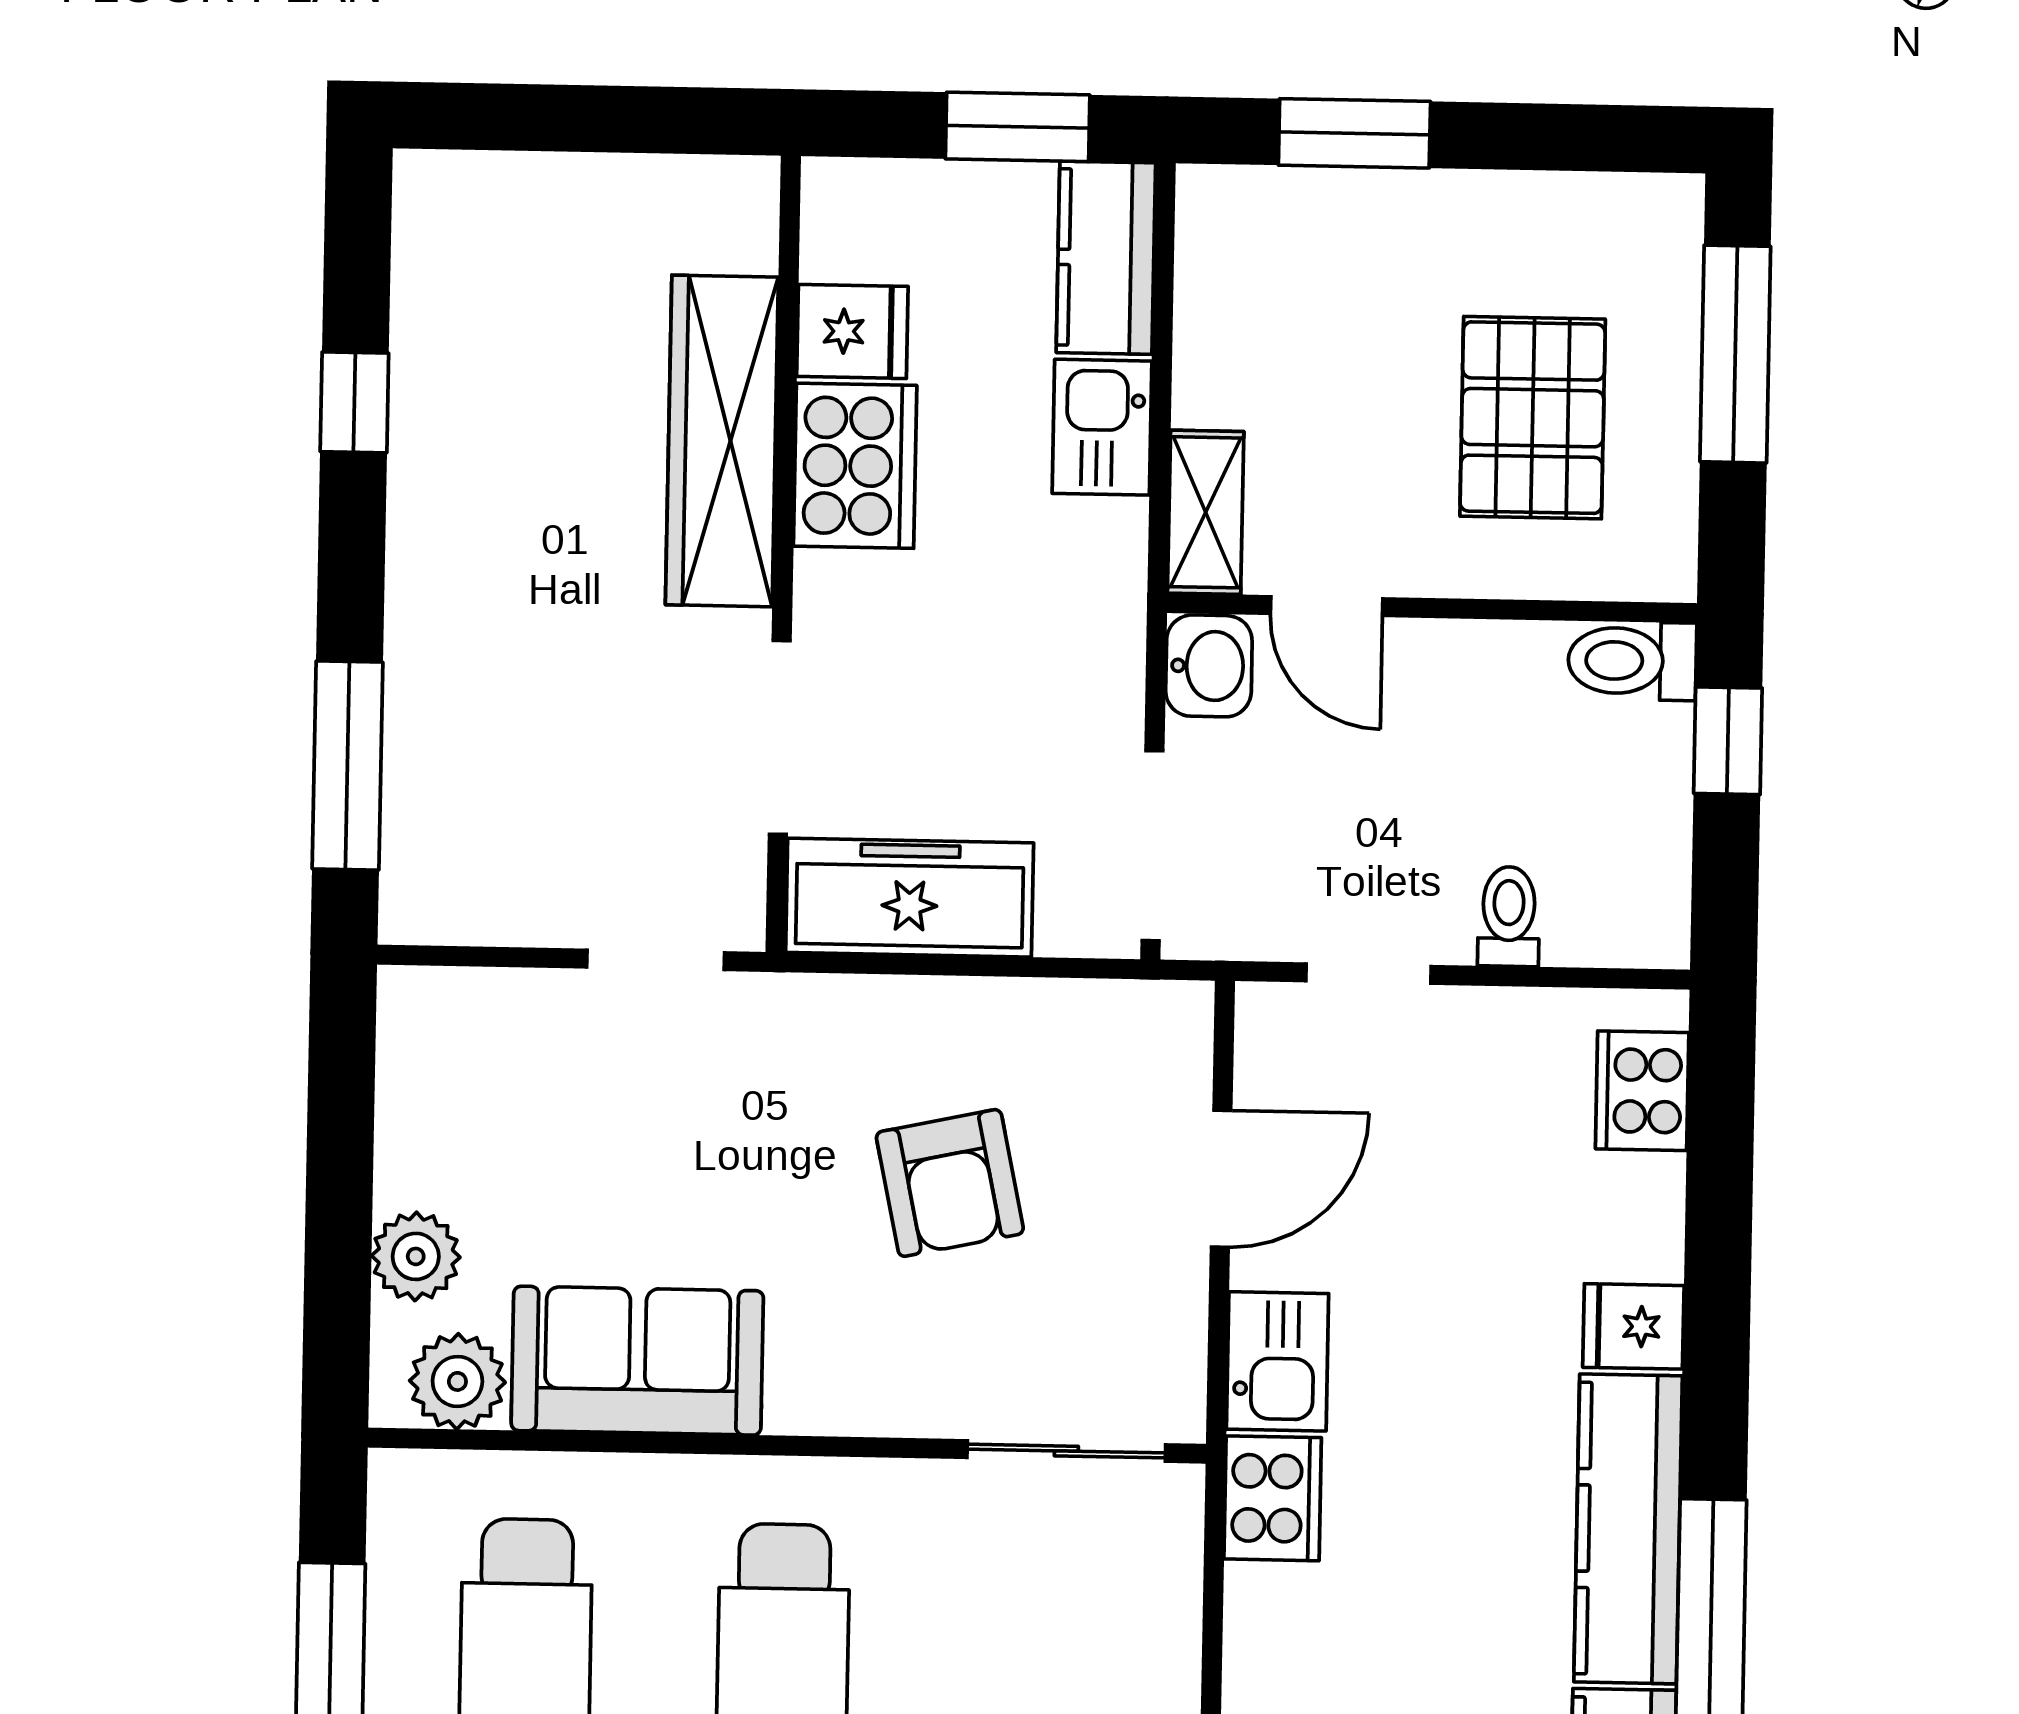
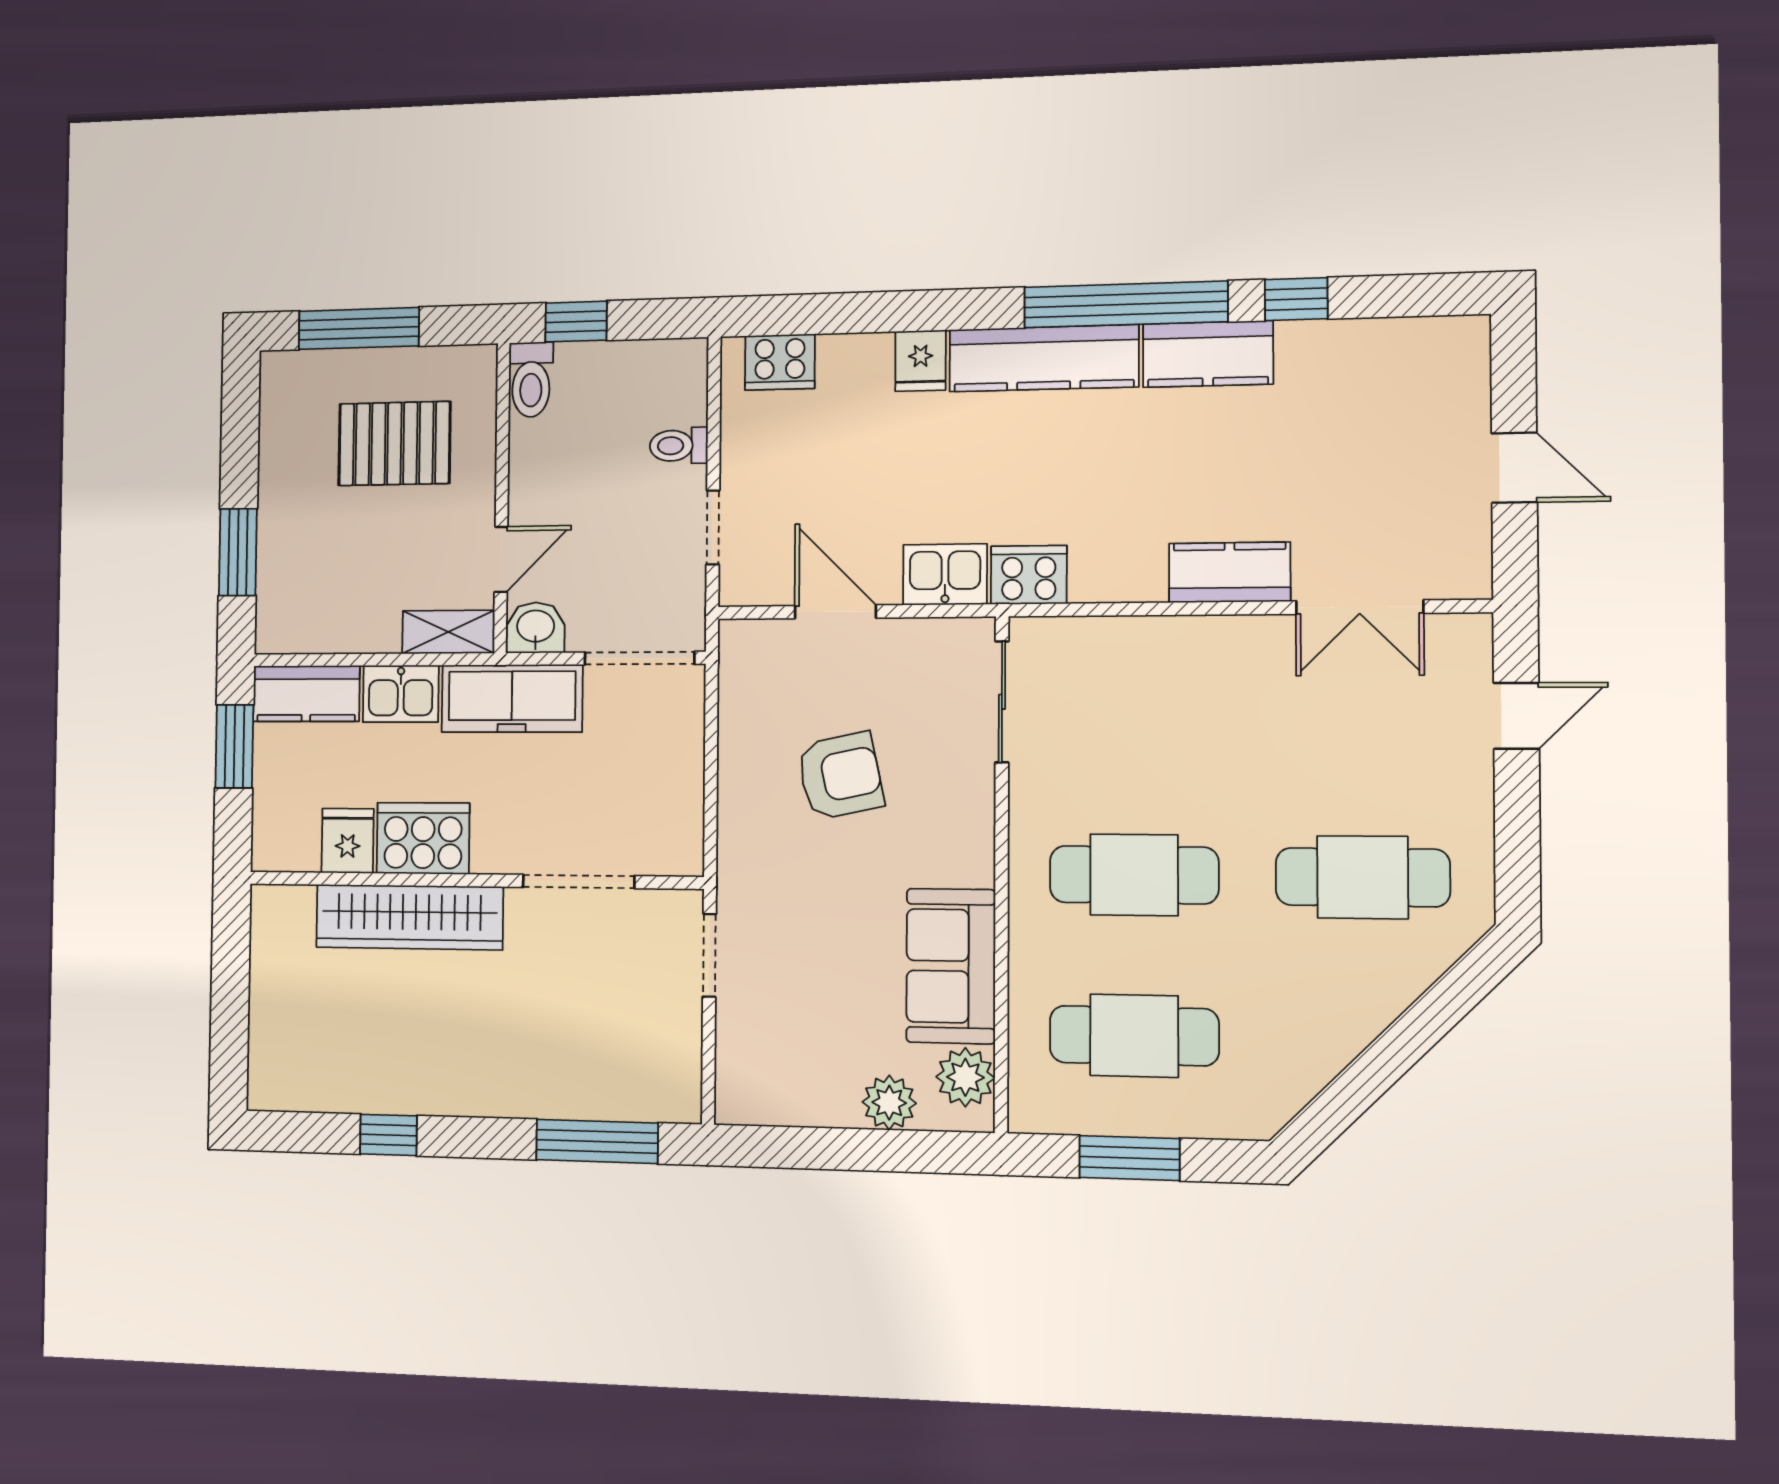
freezer: (910, 898) -> (512, 698), moved, turned -90

